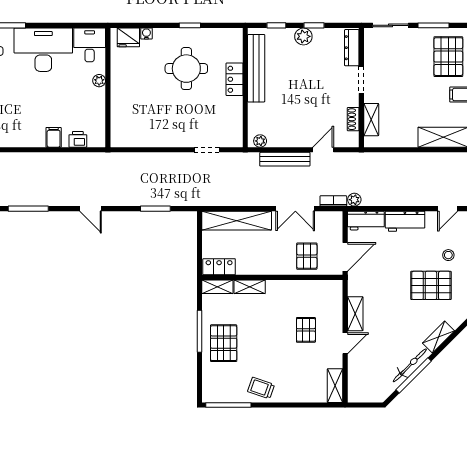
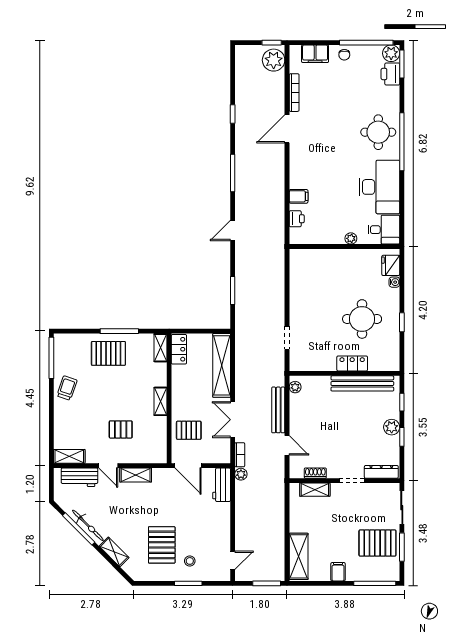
pallet: (448, 57) -> (377, 543), moved
door: (448, 209) -> (233, 560), swing flipped
workbench: (405, 221) -> (79, 477), moved, turned -90
shelving: (250, 287) -> (160, 401), moved

